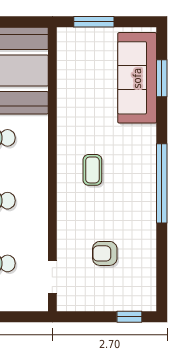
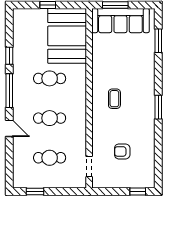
sofa: (137, 78) -> (120, 21), moved, turned -90
window: (162, 183) -> (158, 107), width x0.47

